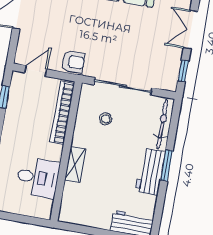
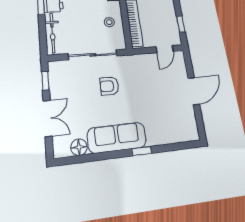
armchair: (73, 62) -> (109, 86), moved
stool: (106, 119) -> (109, 22), moved

